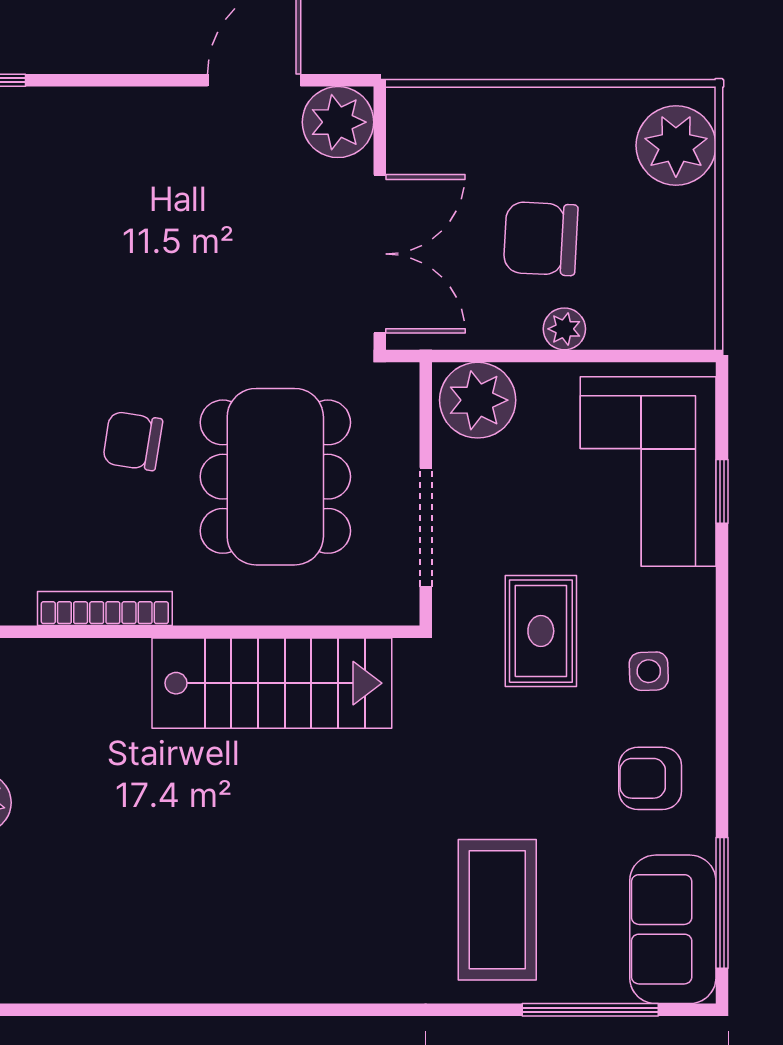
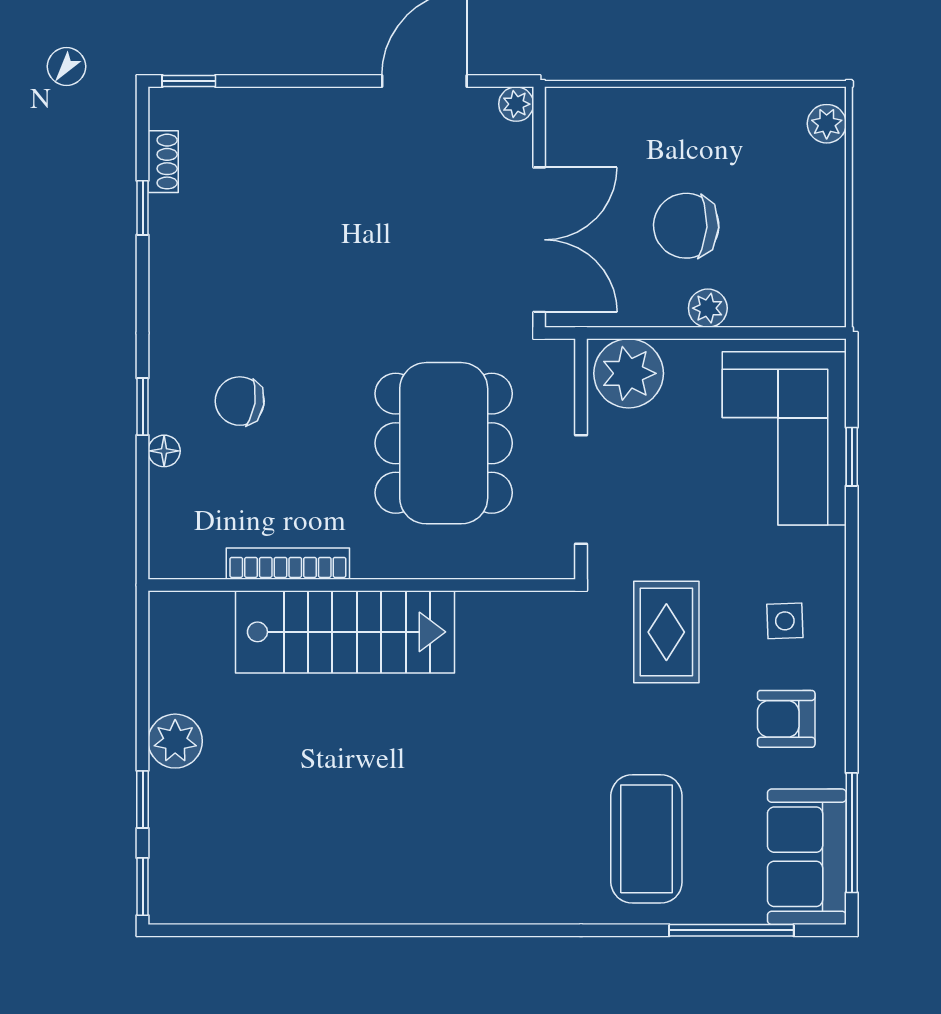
plant: (338, 122) -> (516, 104), width x0.53, depth x0.53
plant: (676, 145) -> (827, 124), width x0.53, depth x0.53
chair: (133, 441) -> (240, 401), moved
rug: (541, 631) -> (666, 632), moved
stairs: (272, 683) -> (345, 632), moved

